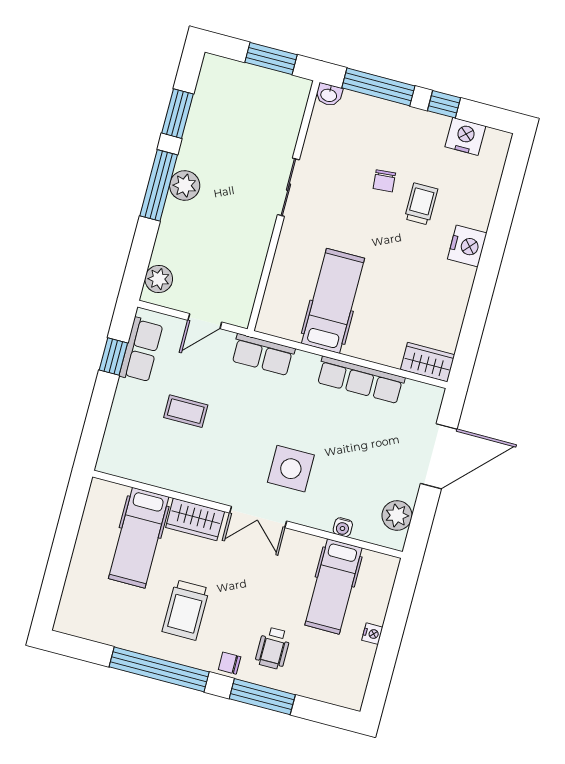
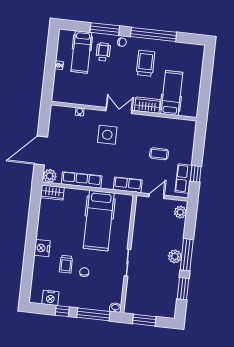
hospital bed: (333, 301) -> (99, 221), width x1.37, depth x1.29
plant: (397, 515) -> (50, 176), moved
hospital bed: (333, 586) -> (81, 52), moved, turned 180

